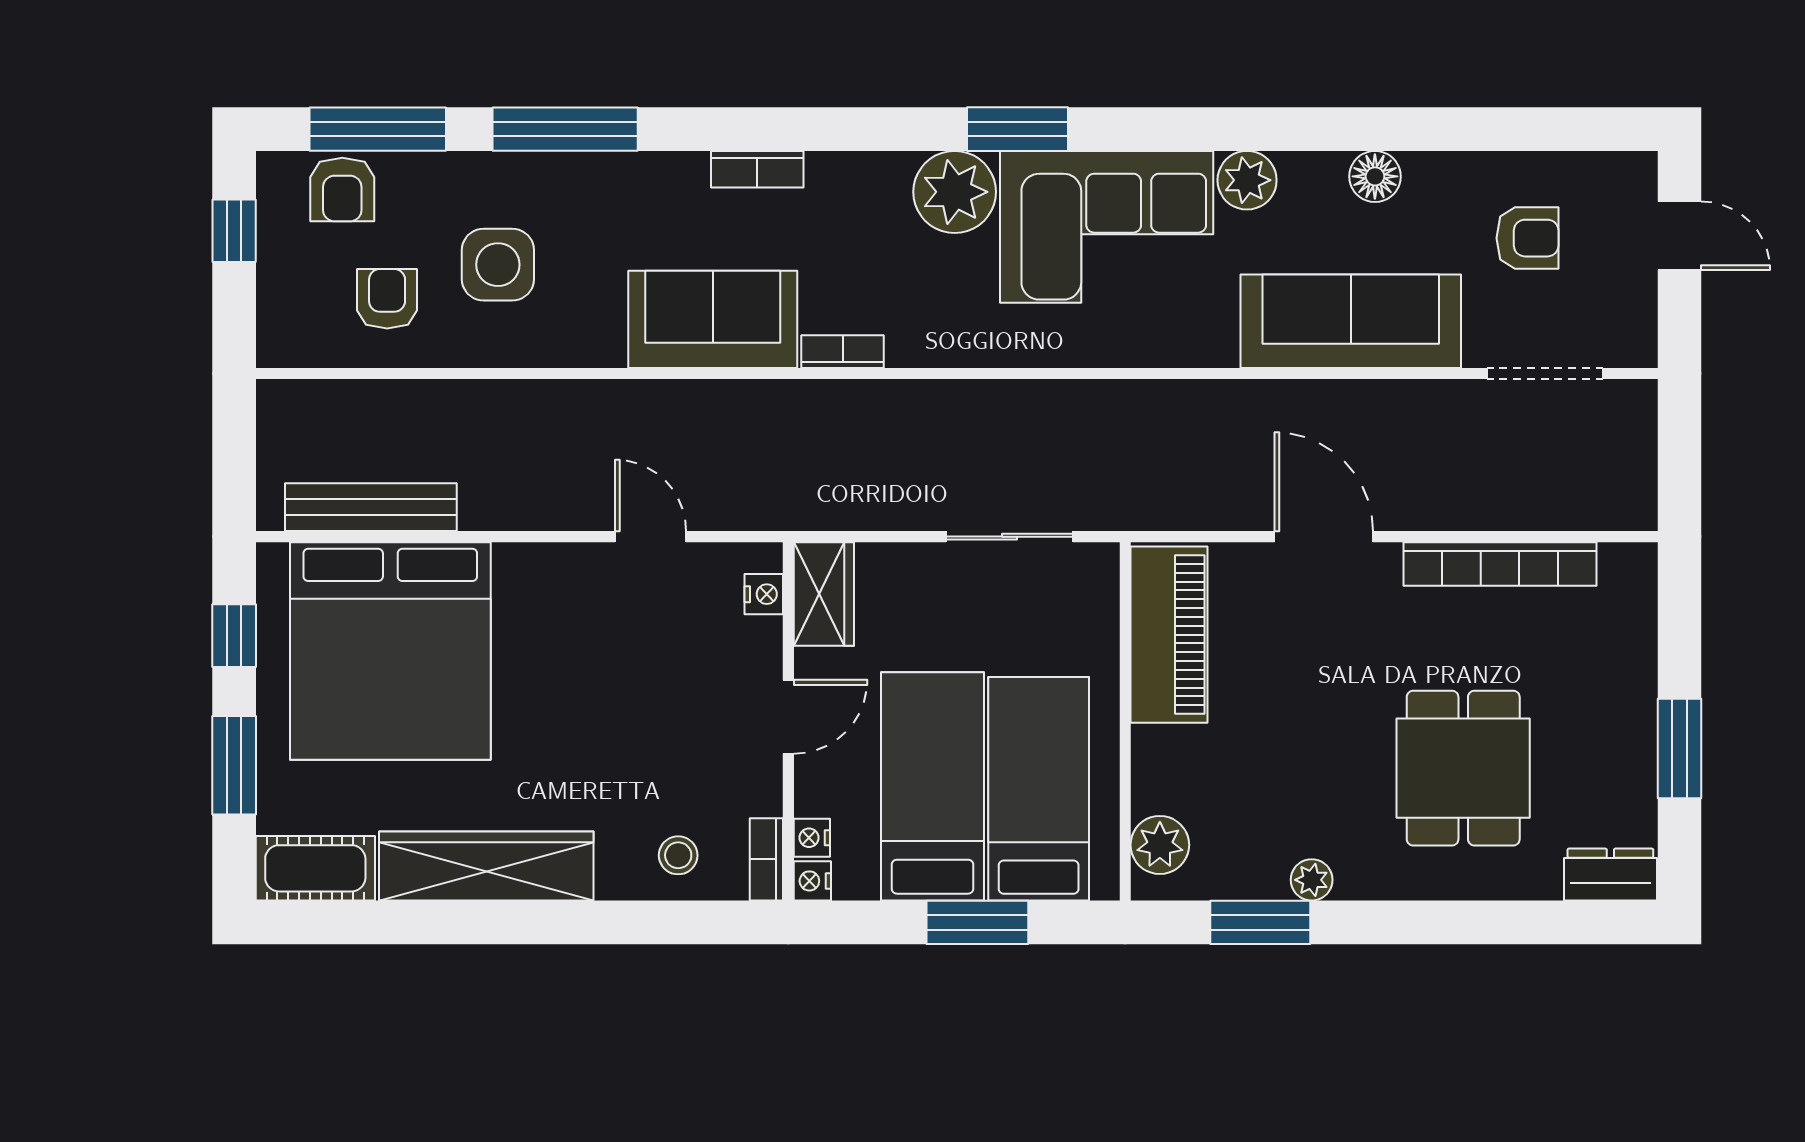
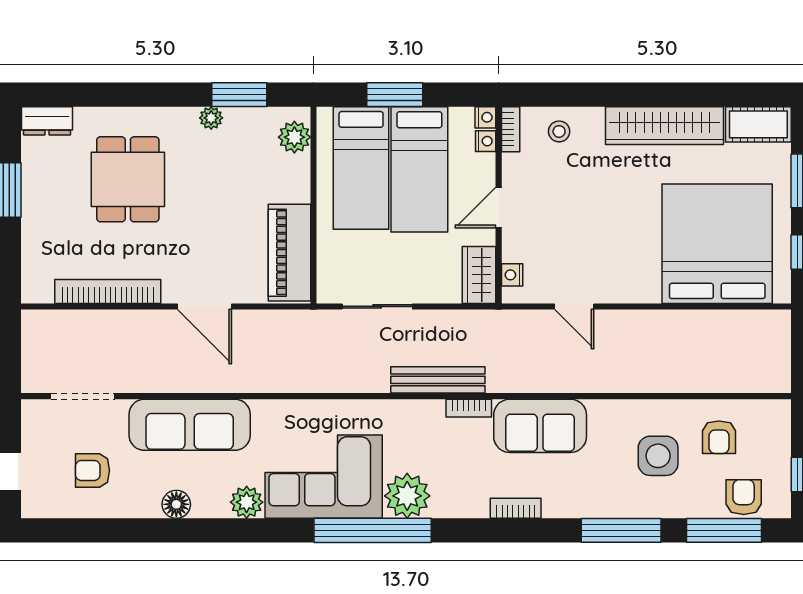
window: (1018, 129) -> (373, 530), width x2.11
bench: (371, 507) -> (438, 380), moved

